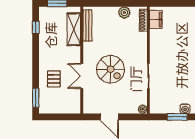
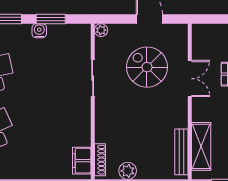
spiral stairs: (111, 69) -> (147, 67), moved

